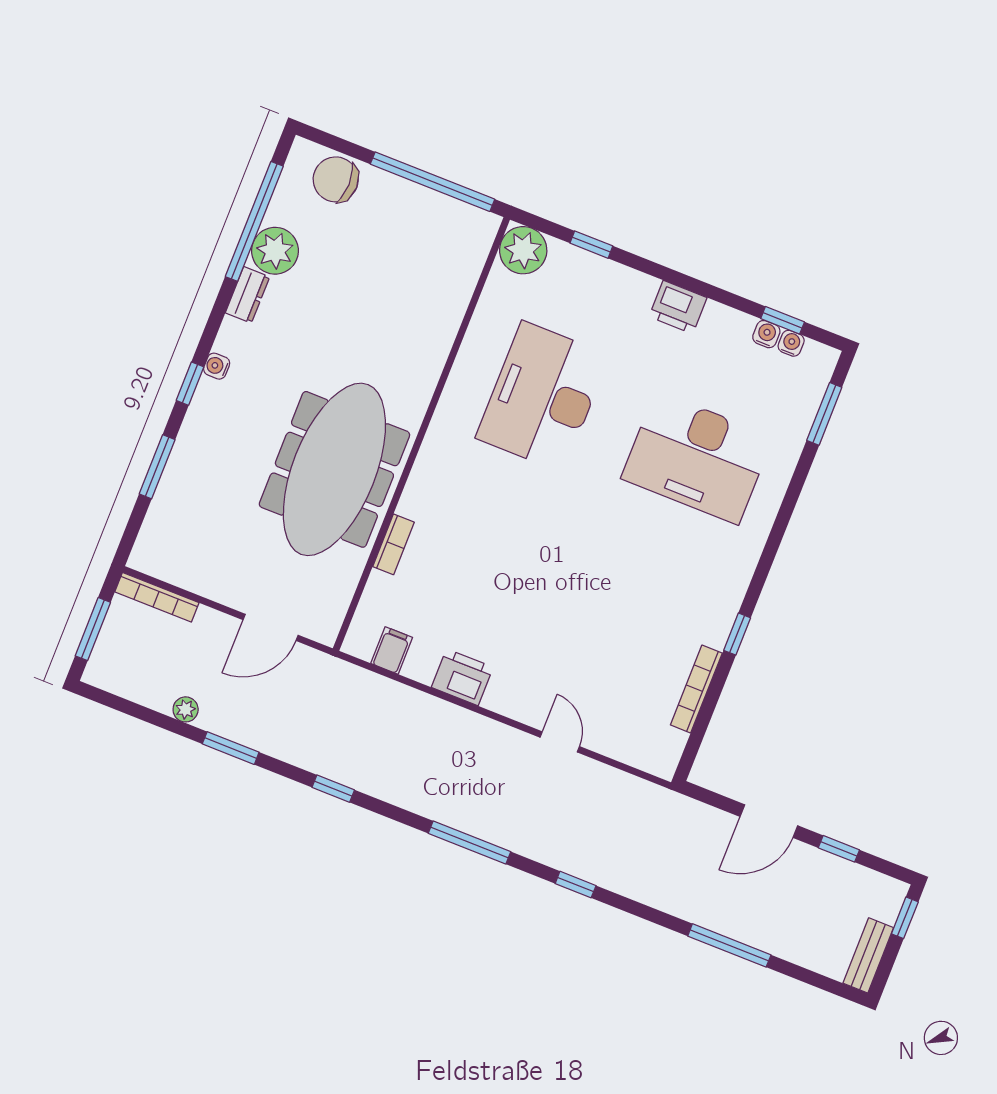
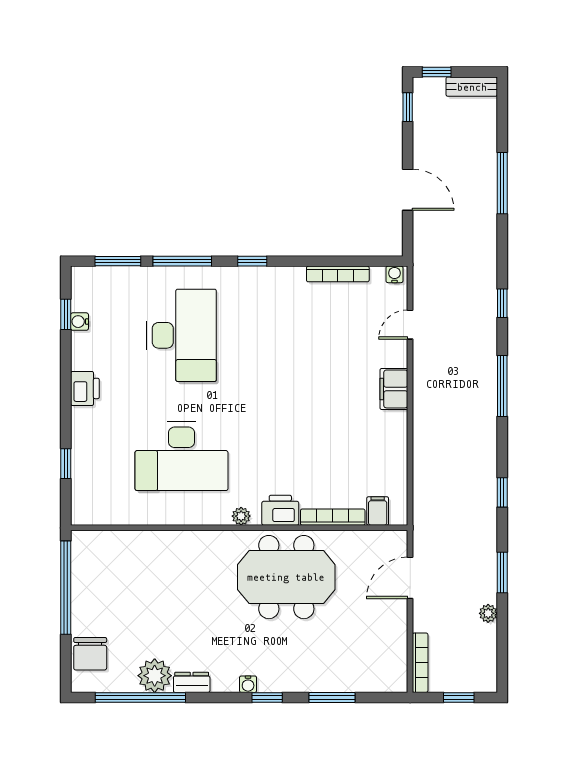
plant: (523, 250) -> (241, 516), moved, width x0.53, depth x0.53
water cooler: (791, 343) -> (394, 274), moved, turned 90
meeting table: (334, 469) -> (286, 577), width x0.73
window: (792, 496) -> (182, 261), added
bookcase: (393, 544) -> (333, 517), width x1.56
door: (271, 627) -> (410, 578), swing flipped
window: (93, 629) -> (459, 697), width x0.67
window: (737, 634) -> (252, 261), moved
filing cabinet: (392, 650) -> (378, 511), moved, turned 90
printer: (462, 677) -> (280, 510), moved, turned 90
filing cabinet: (521, 702) -> (394, 389), added
door: (560, 742) -> (410, 325), moved
window: (839, 849) -> (408, 107), moved

